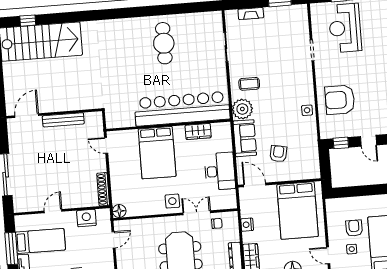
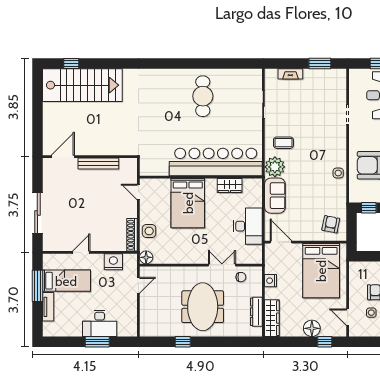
armchair: (278, 154) -> (331, 224), moved
side table: (172, 201) -> (149, 231), moved

